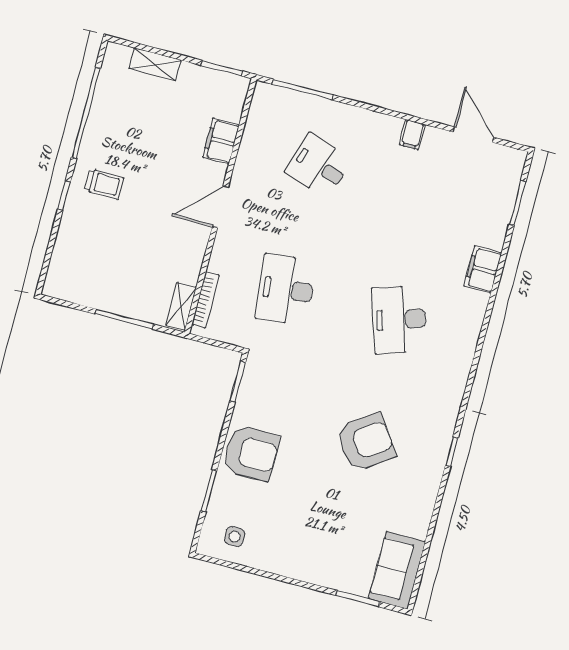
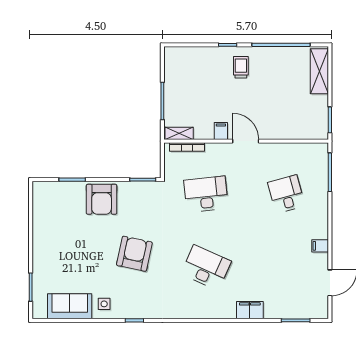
shelving: (155, 64) -> (319, 71), width x1.50, depth x1.33
filing cabinet: (221, 141) -> (221, 131), moved, width x0.50
desk: (319, 166) -> (286, 194), turned -33
trolley: (104, 184) -> (241, 67), turned 180
desk: (399, 320) -> (206, 268), turned 42
armchair: (366, 442) -> (134, 254), moved, turned -133
side table: (235, 537) -> (104, 304), moved
sofa: (397, 570) -> (70, 306), moved

